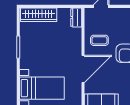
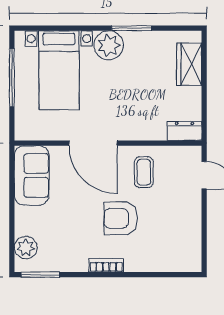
wardrobe: (39, 15) -> (189, 64), width x0.67
plant: (28, 60) -> (109, 45), added

